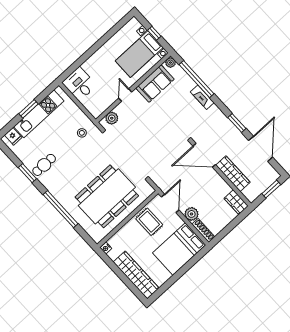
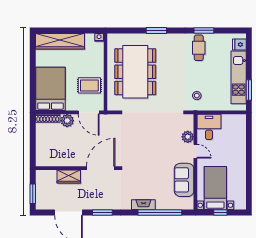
plant: (170, 63) -> (189, 205), removed
desk: (79, 84) -> (209, 127), moved, turned -90
window: (29, 109) -> (249, 90), moved
plant: (112, 118) -> (188, 137), moved
wardrobe: (233, 174) -> (69, 176), width x0.67
wardrobe: (236, 202) -> (46, 160), removed
window: (61, 209) -> (156, 30), width x0.47

